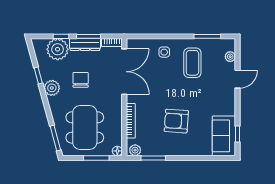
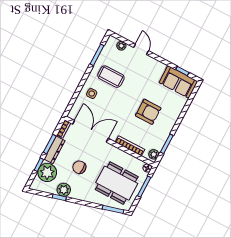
plant: (52, 88) -> (64, 190), moved
armchair: (176, 121) -> (148, 112), turned -94

